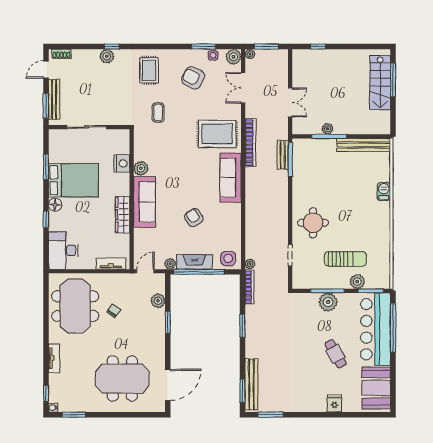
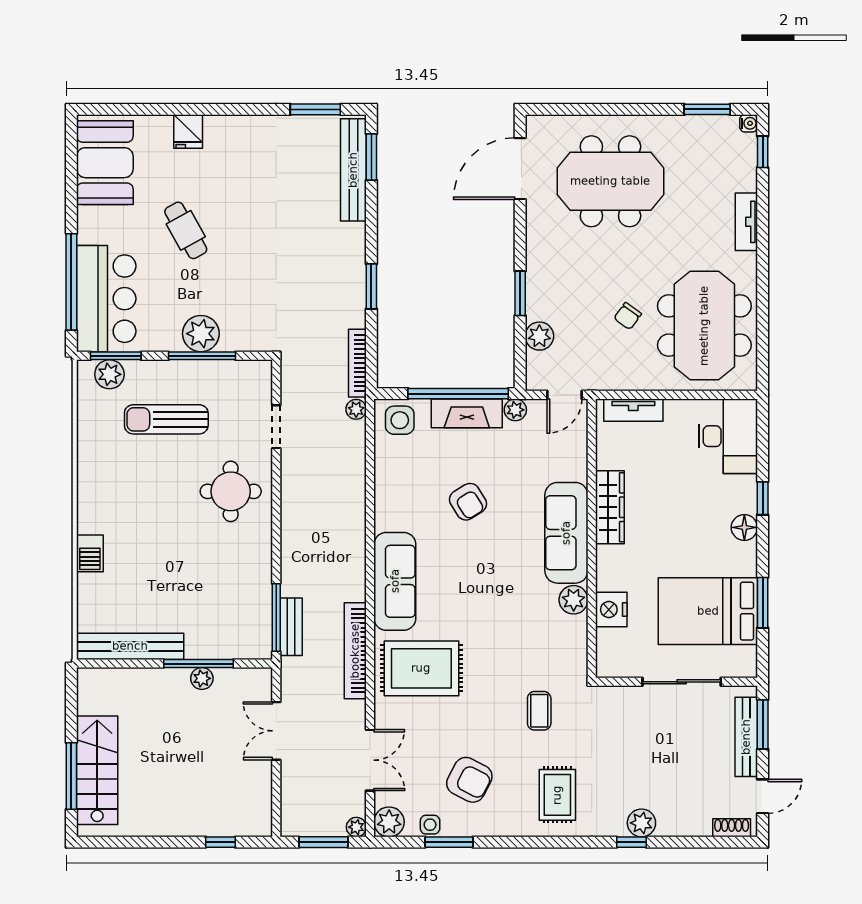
bed: (73, 180) -> (708, 611), moved
plant: (357, 282) -> (109, 374), moved
bar counter: (376, 329) -> (106, 299), width x0.73

